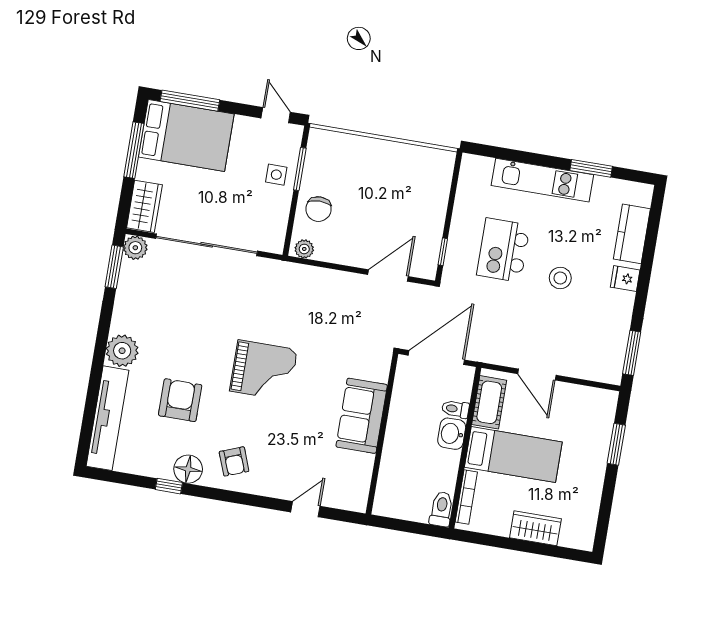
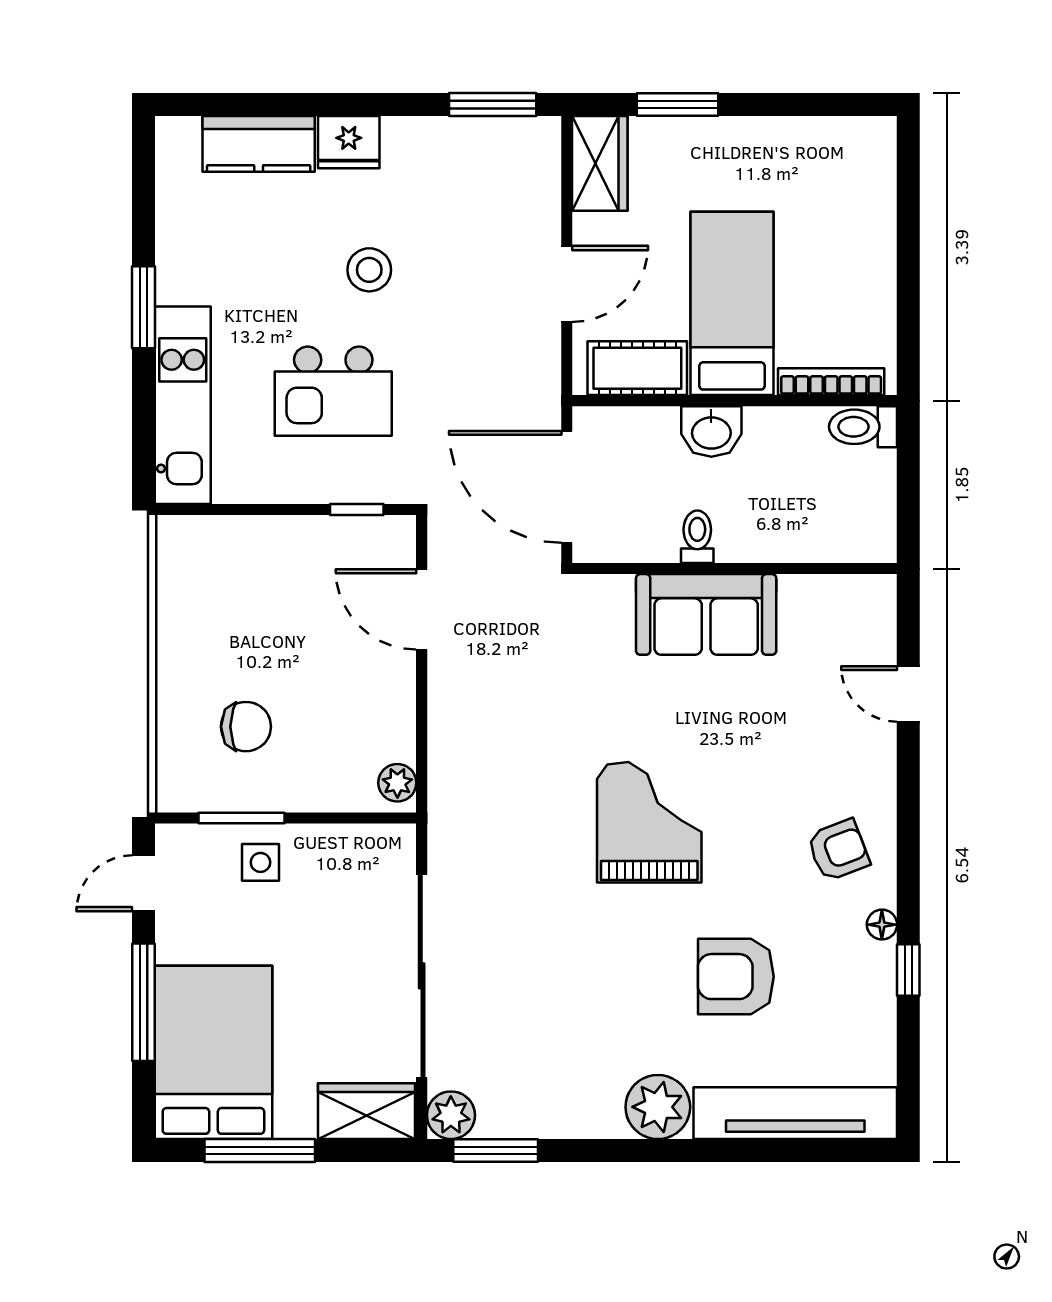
window: (190, 101) -> (144, 1002), moved
window: (591, 168) -> (144, 307), moved
kitchen unit: (542, 180) -> (183, 405), moved
chair: (319, 209) -> (246, 727), moved
fridge: (625, 279) -> (349, 142), width x1.38
toilet: (455, 409) -> (697, 537), moved, turned 180
floor lamp: (188, 469) -> (882, 925), width x0.53, depth x0.53
wardrobe: (535, 528) -> (600, 163), moved, turned 180

